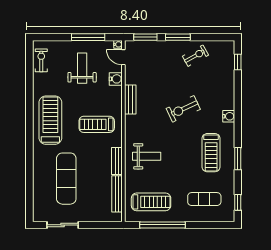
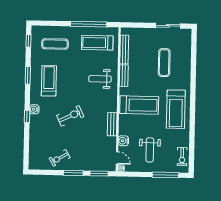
window: (88, 37) -> (165, 175), moved
window: (238, 62) -> (27, 116), moved
treadmill: (97, 124) -> (139, 105), width x1.37, depth x1.38
exercise mat: (66, 179) -> (164, 63), width x0.73, depth x0.69

